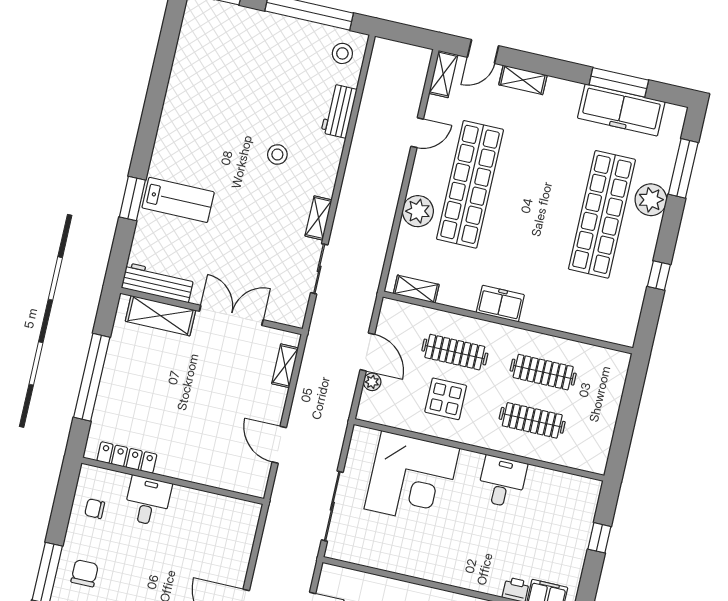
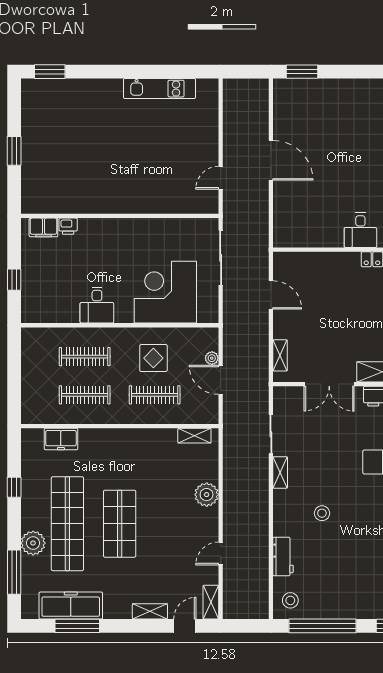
shop shelf: (470, 184) -> (120, 524), moved, width x0.71
freezer: (500, 304) -> (61, 439), moved

